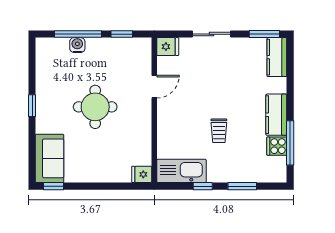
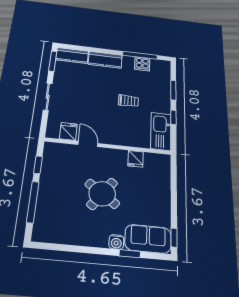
water cooler: (77, 45) -> (116, 242), moved, turned -90
fridge: (168, 47) -> (68, 131), moved
window: (32, 106) -> (130, 254), moved
round table: (95, 107) -> (102, 194), turned 36
kitchen counter: (276, 115) -> (105, 60), moved
fridge: (142, 174) -> (136, 159), moved

